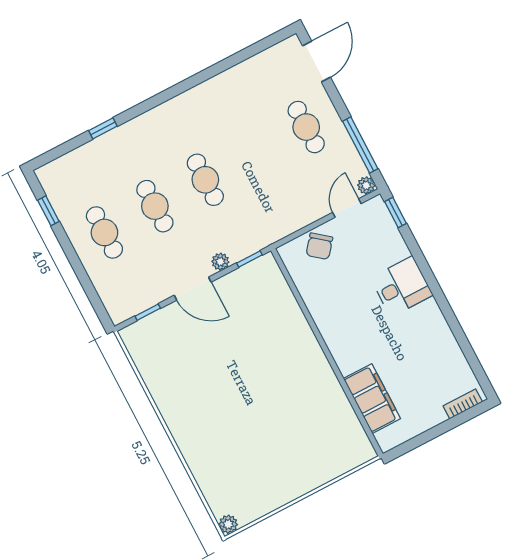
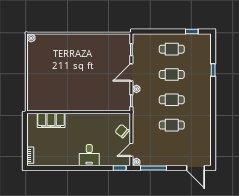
cafe table: (306, 127) -> (172, 125), moved
door: (347, 208) -> (131, 150), swing flipped

